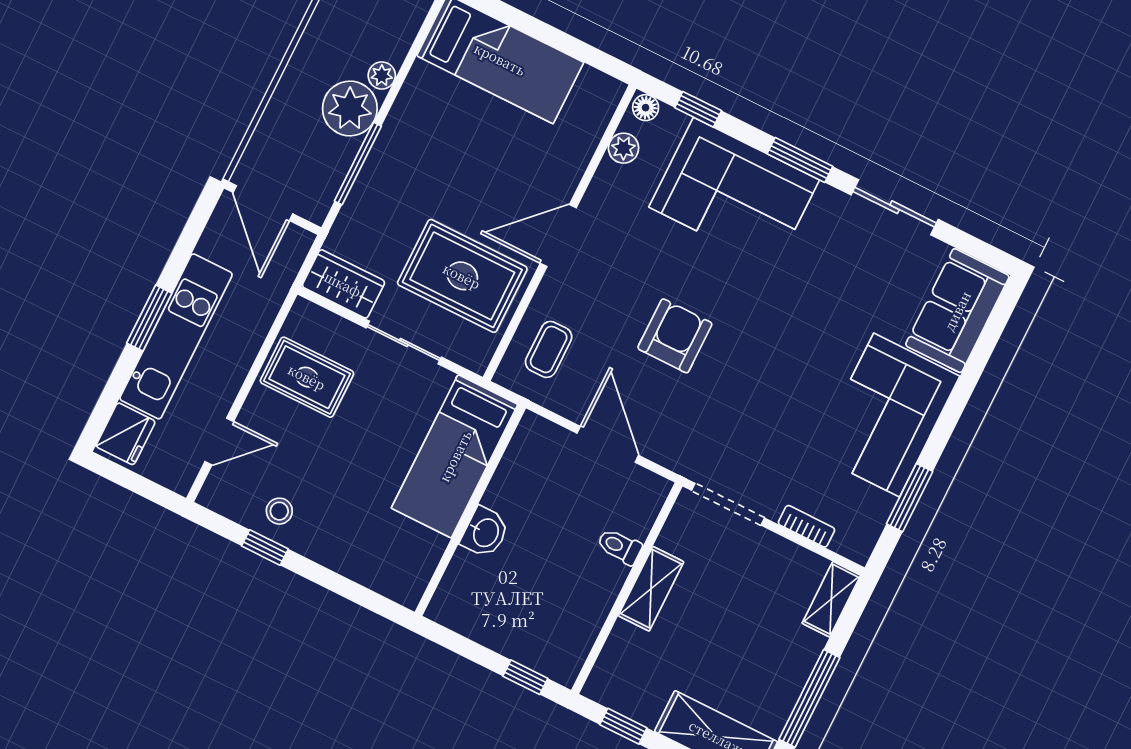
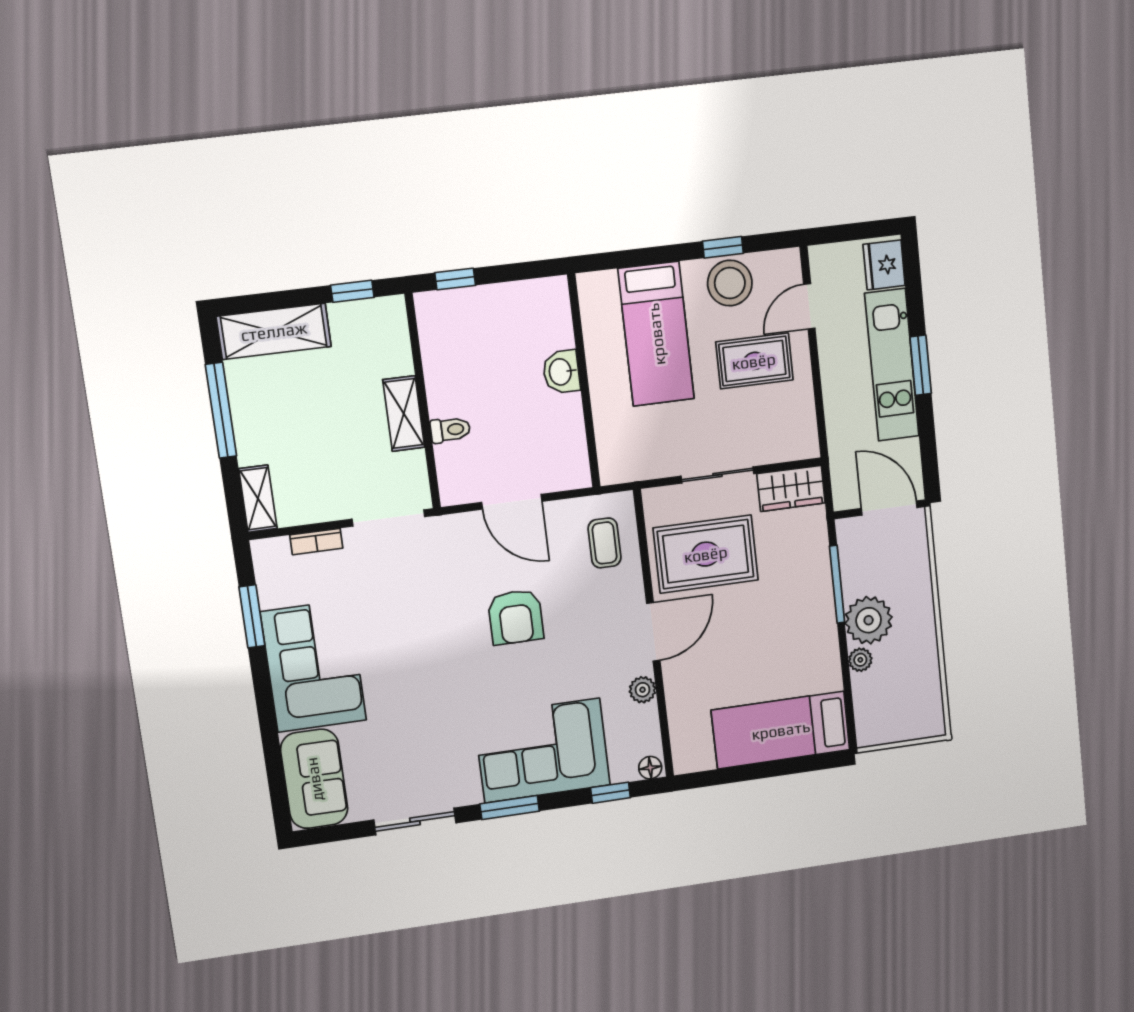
plant: (624, 148) -> (643, 690), moved
rug: (307, 377) -> (754, 361), moved
bed: (455, 456) -> (656, 334), moved, turned 180
stool: (279, 511) -> (730, 283), width x1.89, depth x1.89

